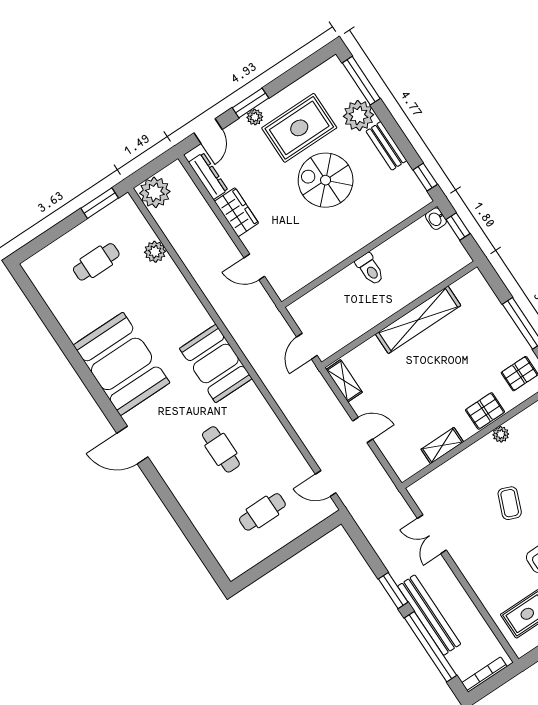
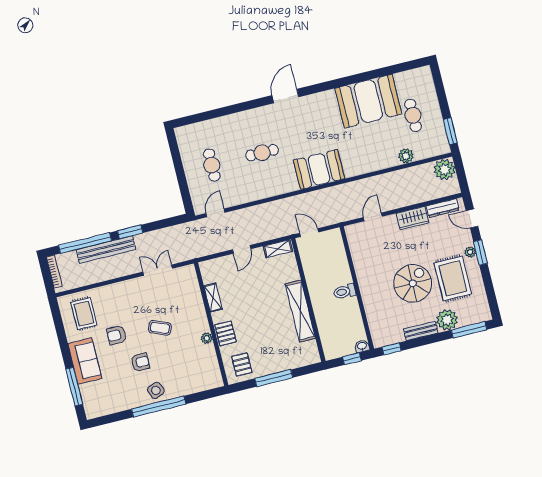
booth: (122, 364) -> (368, 101), moved

